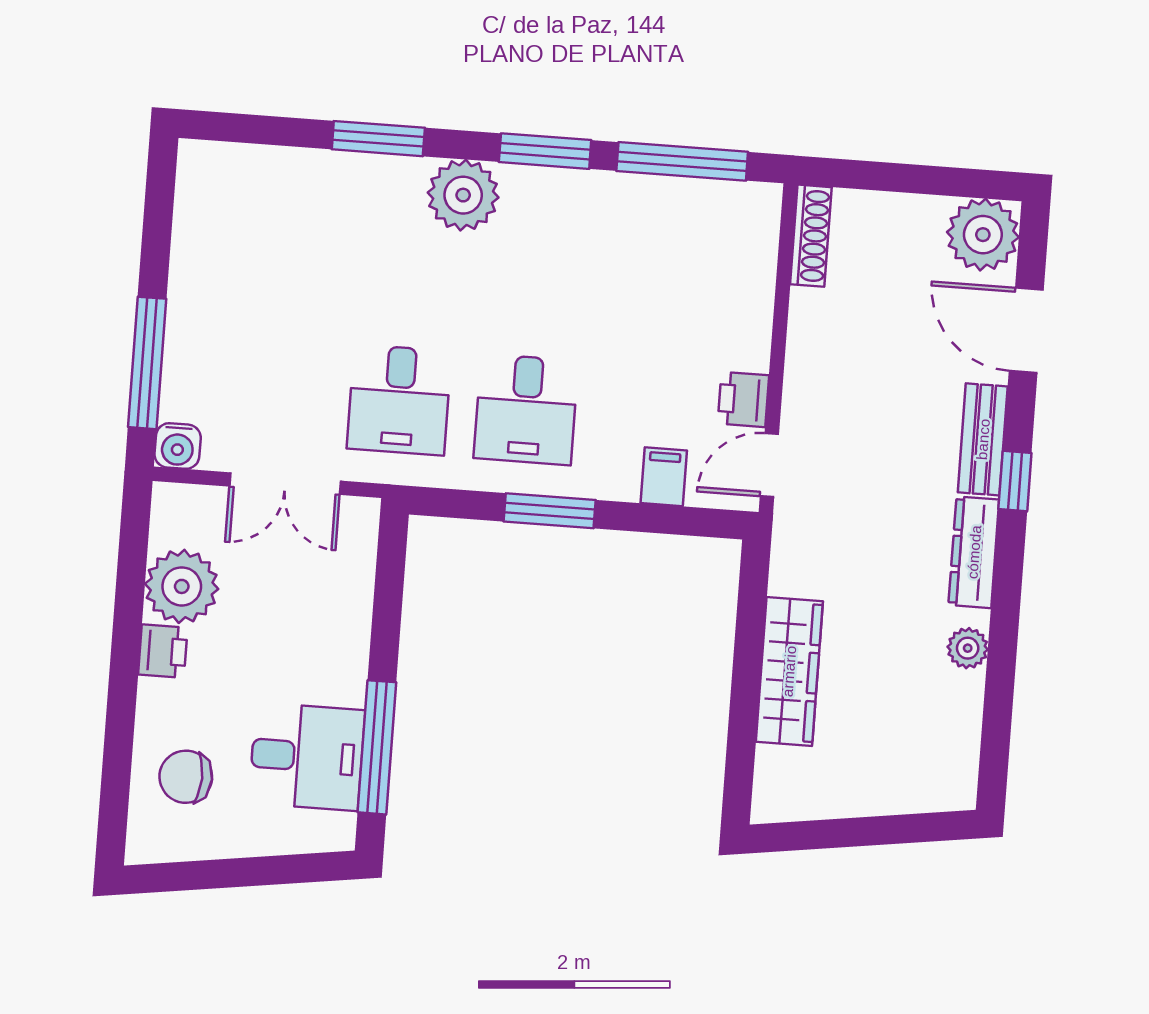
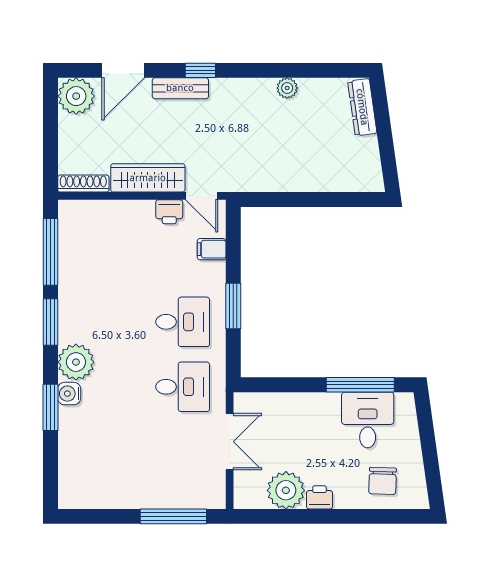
water cooler: (178, 446) -> (69, 394), moved, turned 180
dresser: (974, 552) -> (362, 107), moved, turned 82
wardrobe: (789, 671) -> (148, 178), moved

